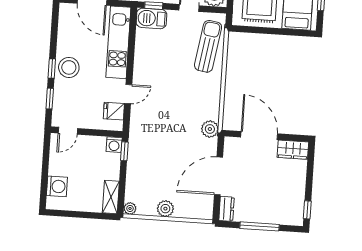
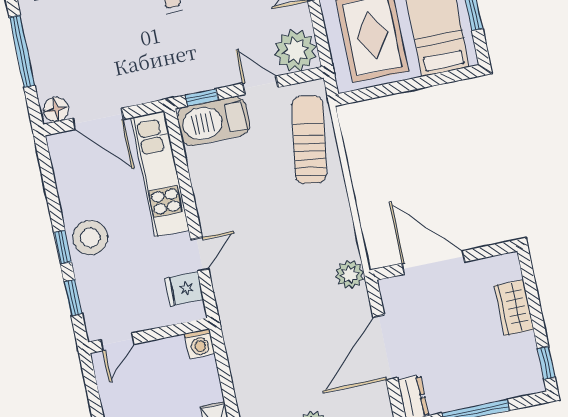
barbecue: (151, 18) -> (213, 121), width x1.37, depth x1.21
wardrobe: (293, 150) -> (514, 308), moved, turned 90
window: (124, 151) -> (220, 350), removed

